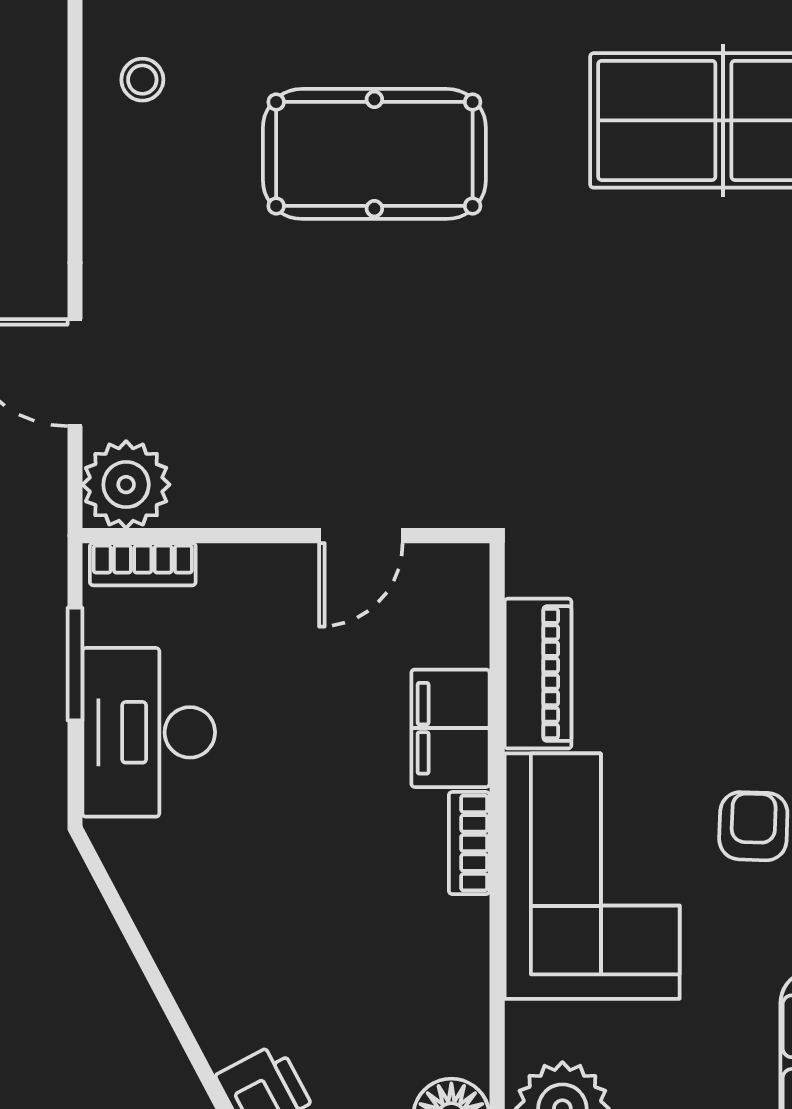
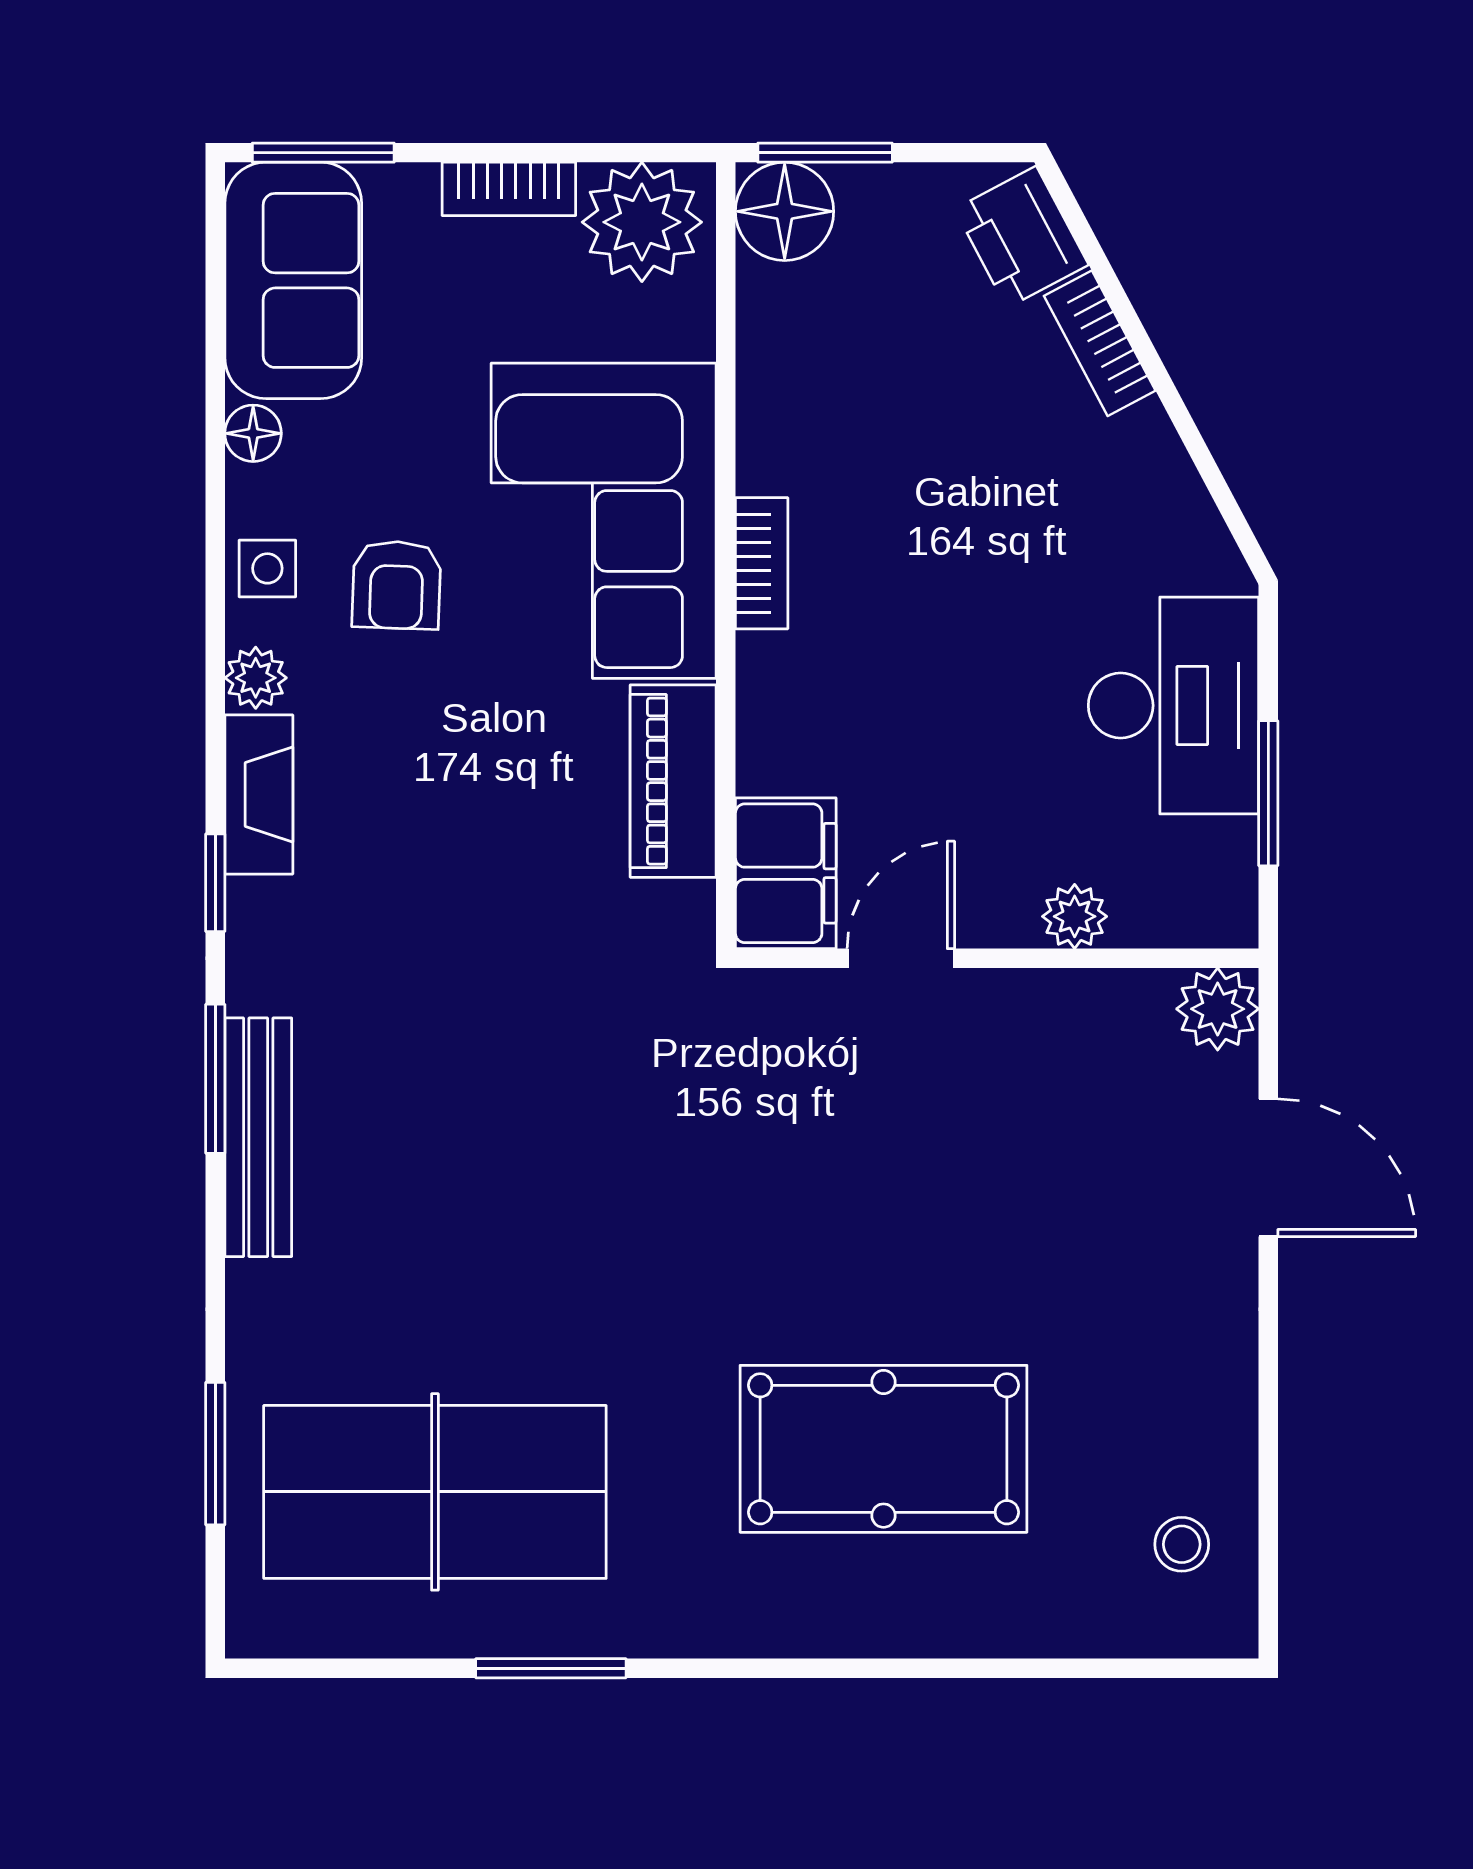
plant: (126, 485) -> (1218, 1009), width x0.73, depth x0.73
bookcase: (143, 564) -> (1100, 343), moved, turned -118
plant: (226, 568) -> (1075, 916), added
filing cabinet: (450, 728) -> (786, 873), moved

